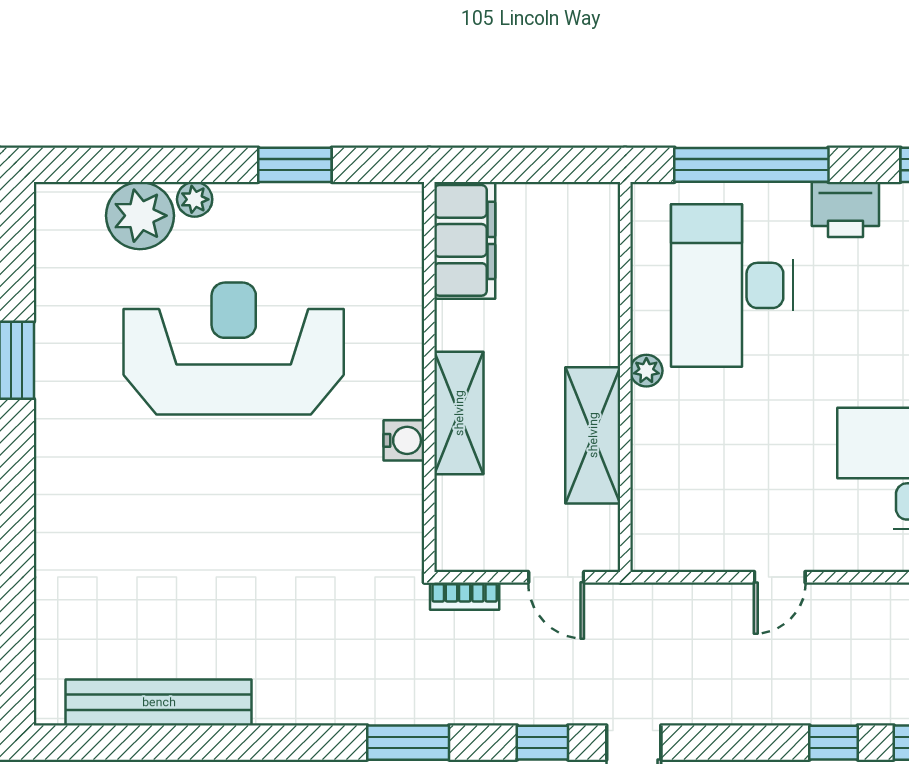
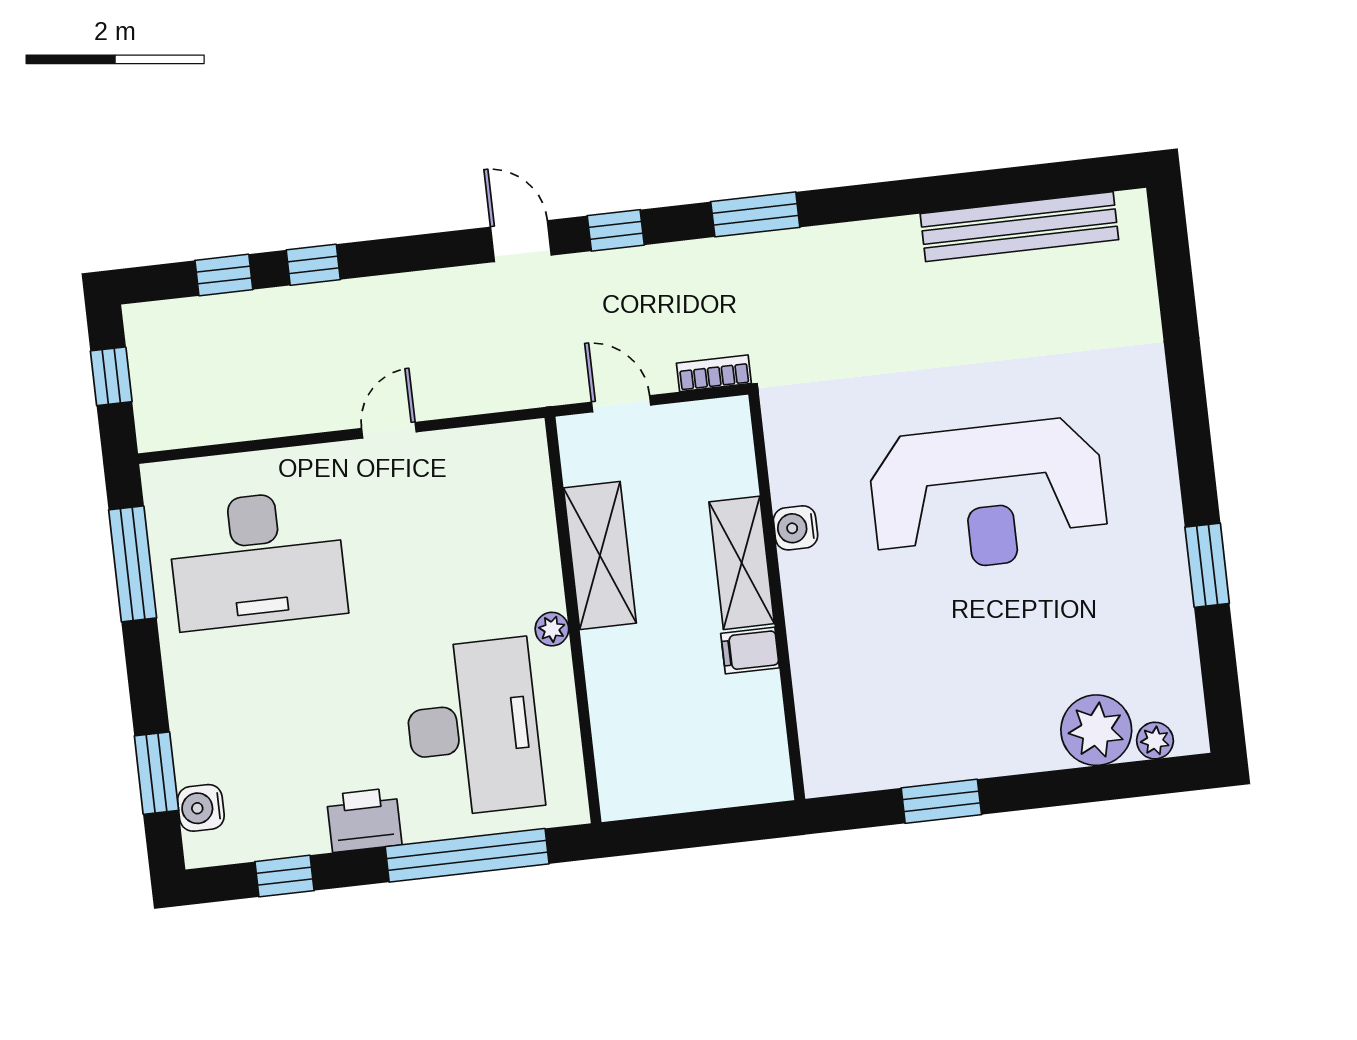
plant: (195, 199) -> (1155, 741), moved
filing cabinet: (465, 240) -> (750, 651), moved, width x0.33, depth x0.86
reception desk: (234, 349) -> (988, 496), moved

